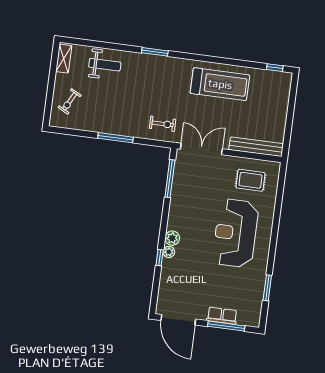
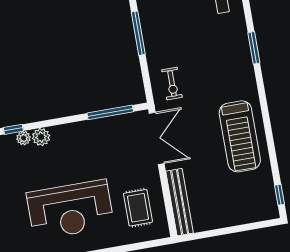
reception desk: (236, 233) -> (70, 210), turned 180

